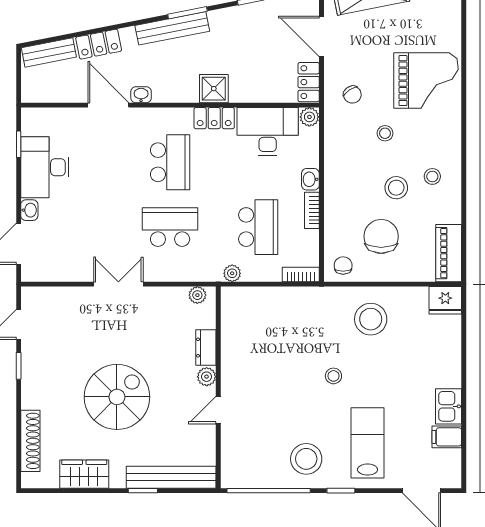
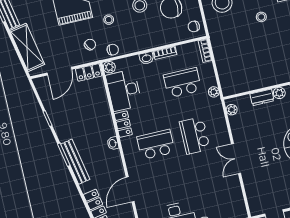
shower: (214, 89) -> (106, 128), removed
washbasin: (141, 95) -> (113, 143), moved
chair: (336, 129) -> (113, 50), added

